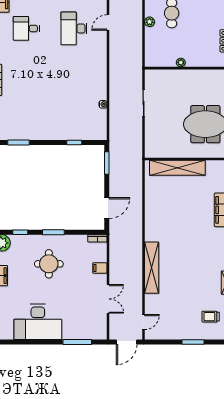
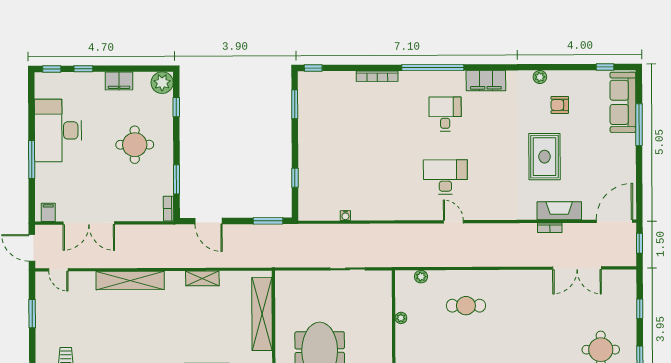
plant: (150, 22) -> (421, 277), moved
shelving: (150, 213) -> (202, 278), added
window: (53, 232) -> (177, 179), moved
filing cabinet: (100, 268) -> (48, 212), moved
double door: (108, 299) -> (89, 223), width x1.37
window: (77, 342) -> (32, 160), moved
window: (193, 342) -> (32, 314), moved

